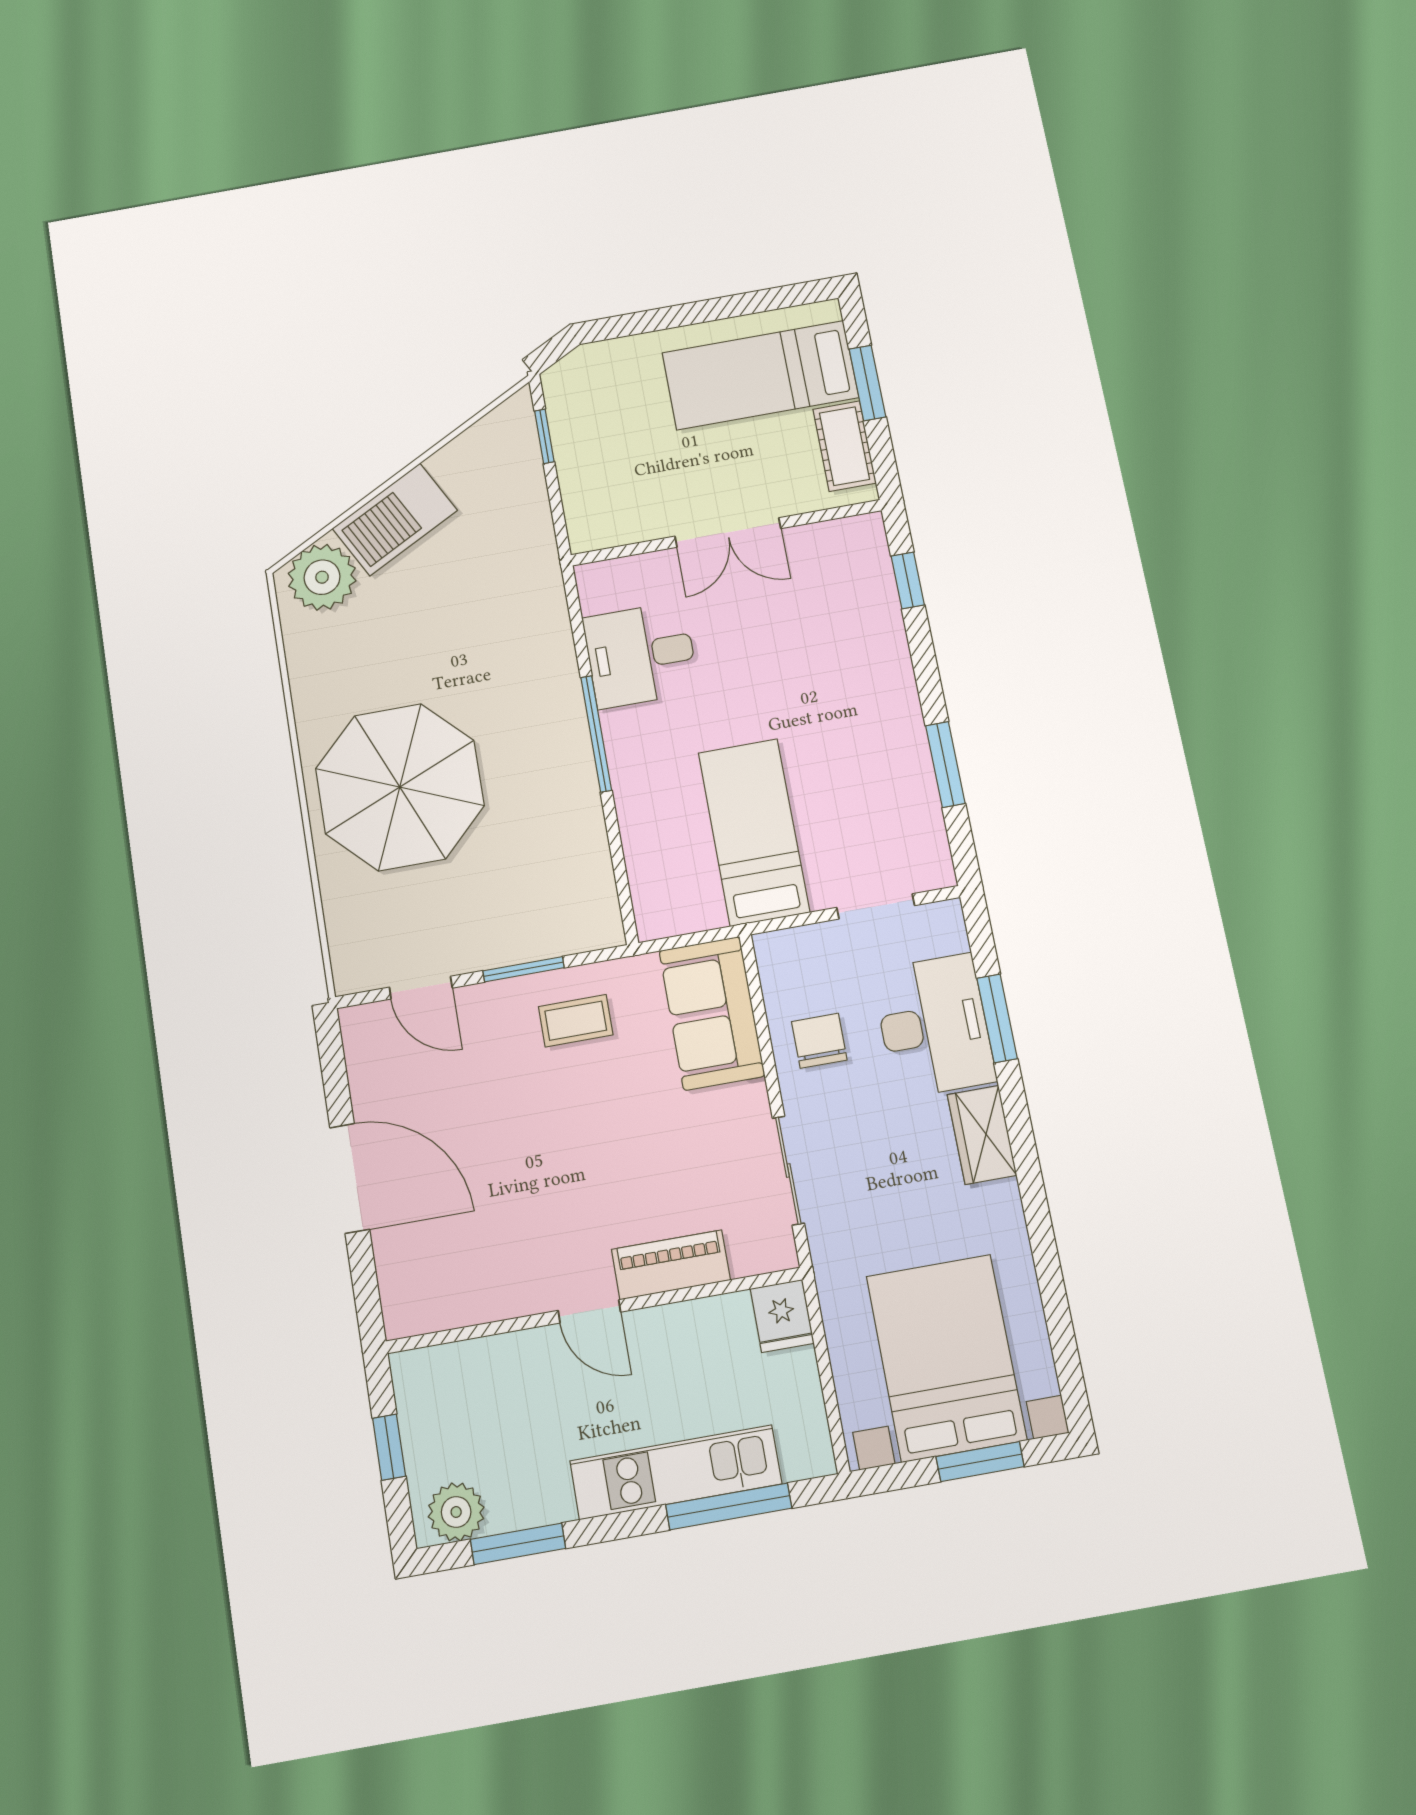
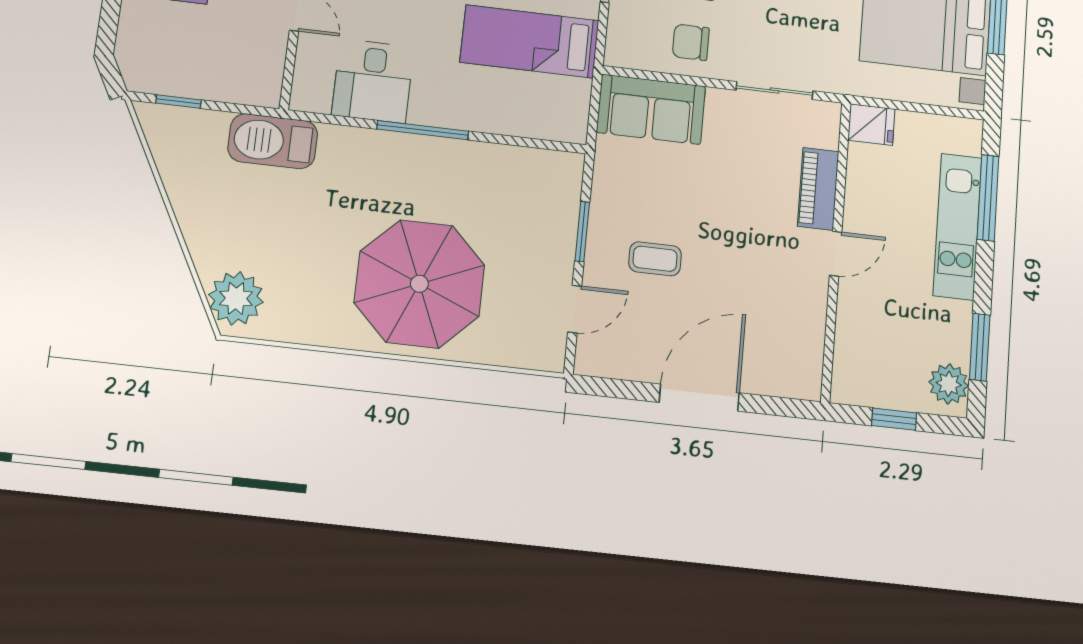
barbecue: (395, 519) -> (273, 141), moved, turned 118
coffee table: (576, 1021) -> (655, 259), moved, turned 90

